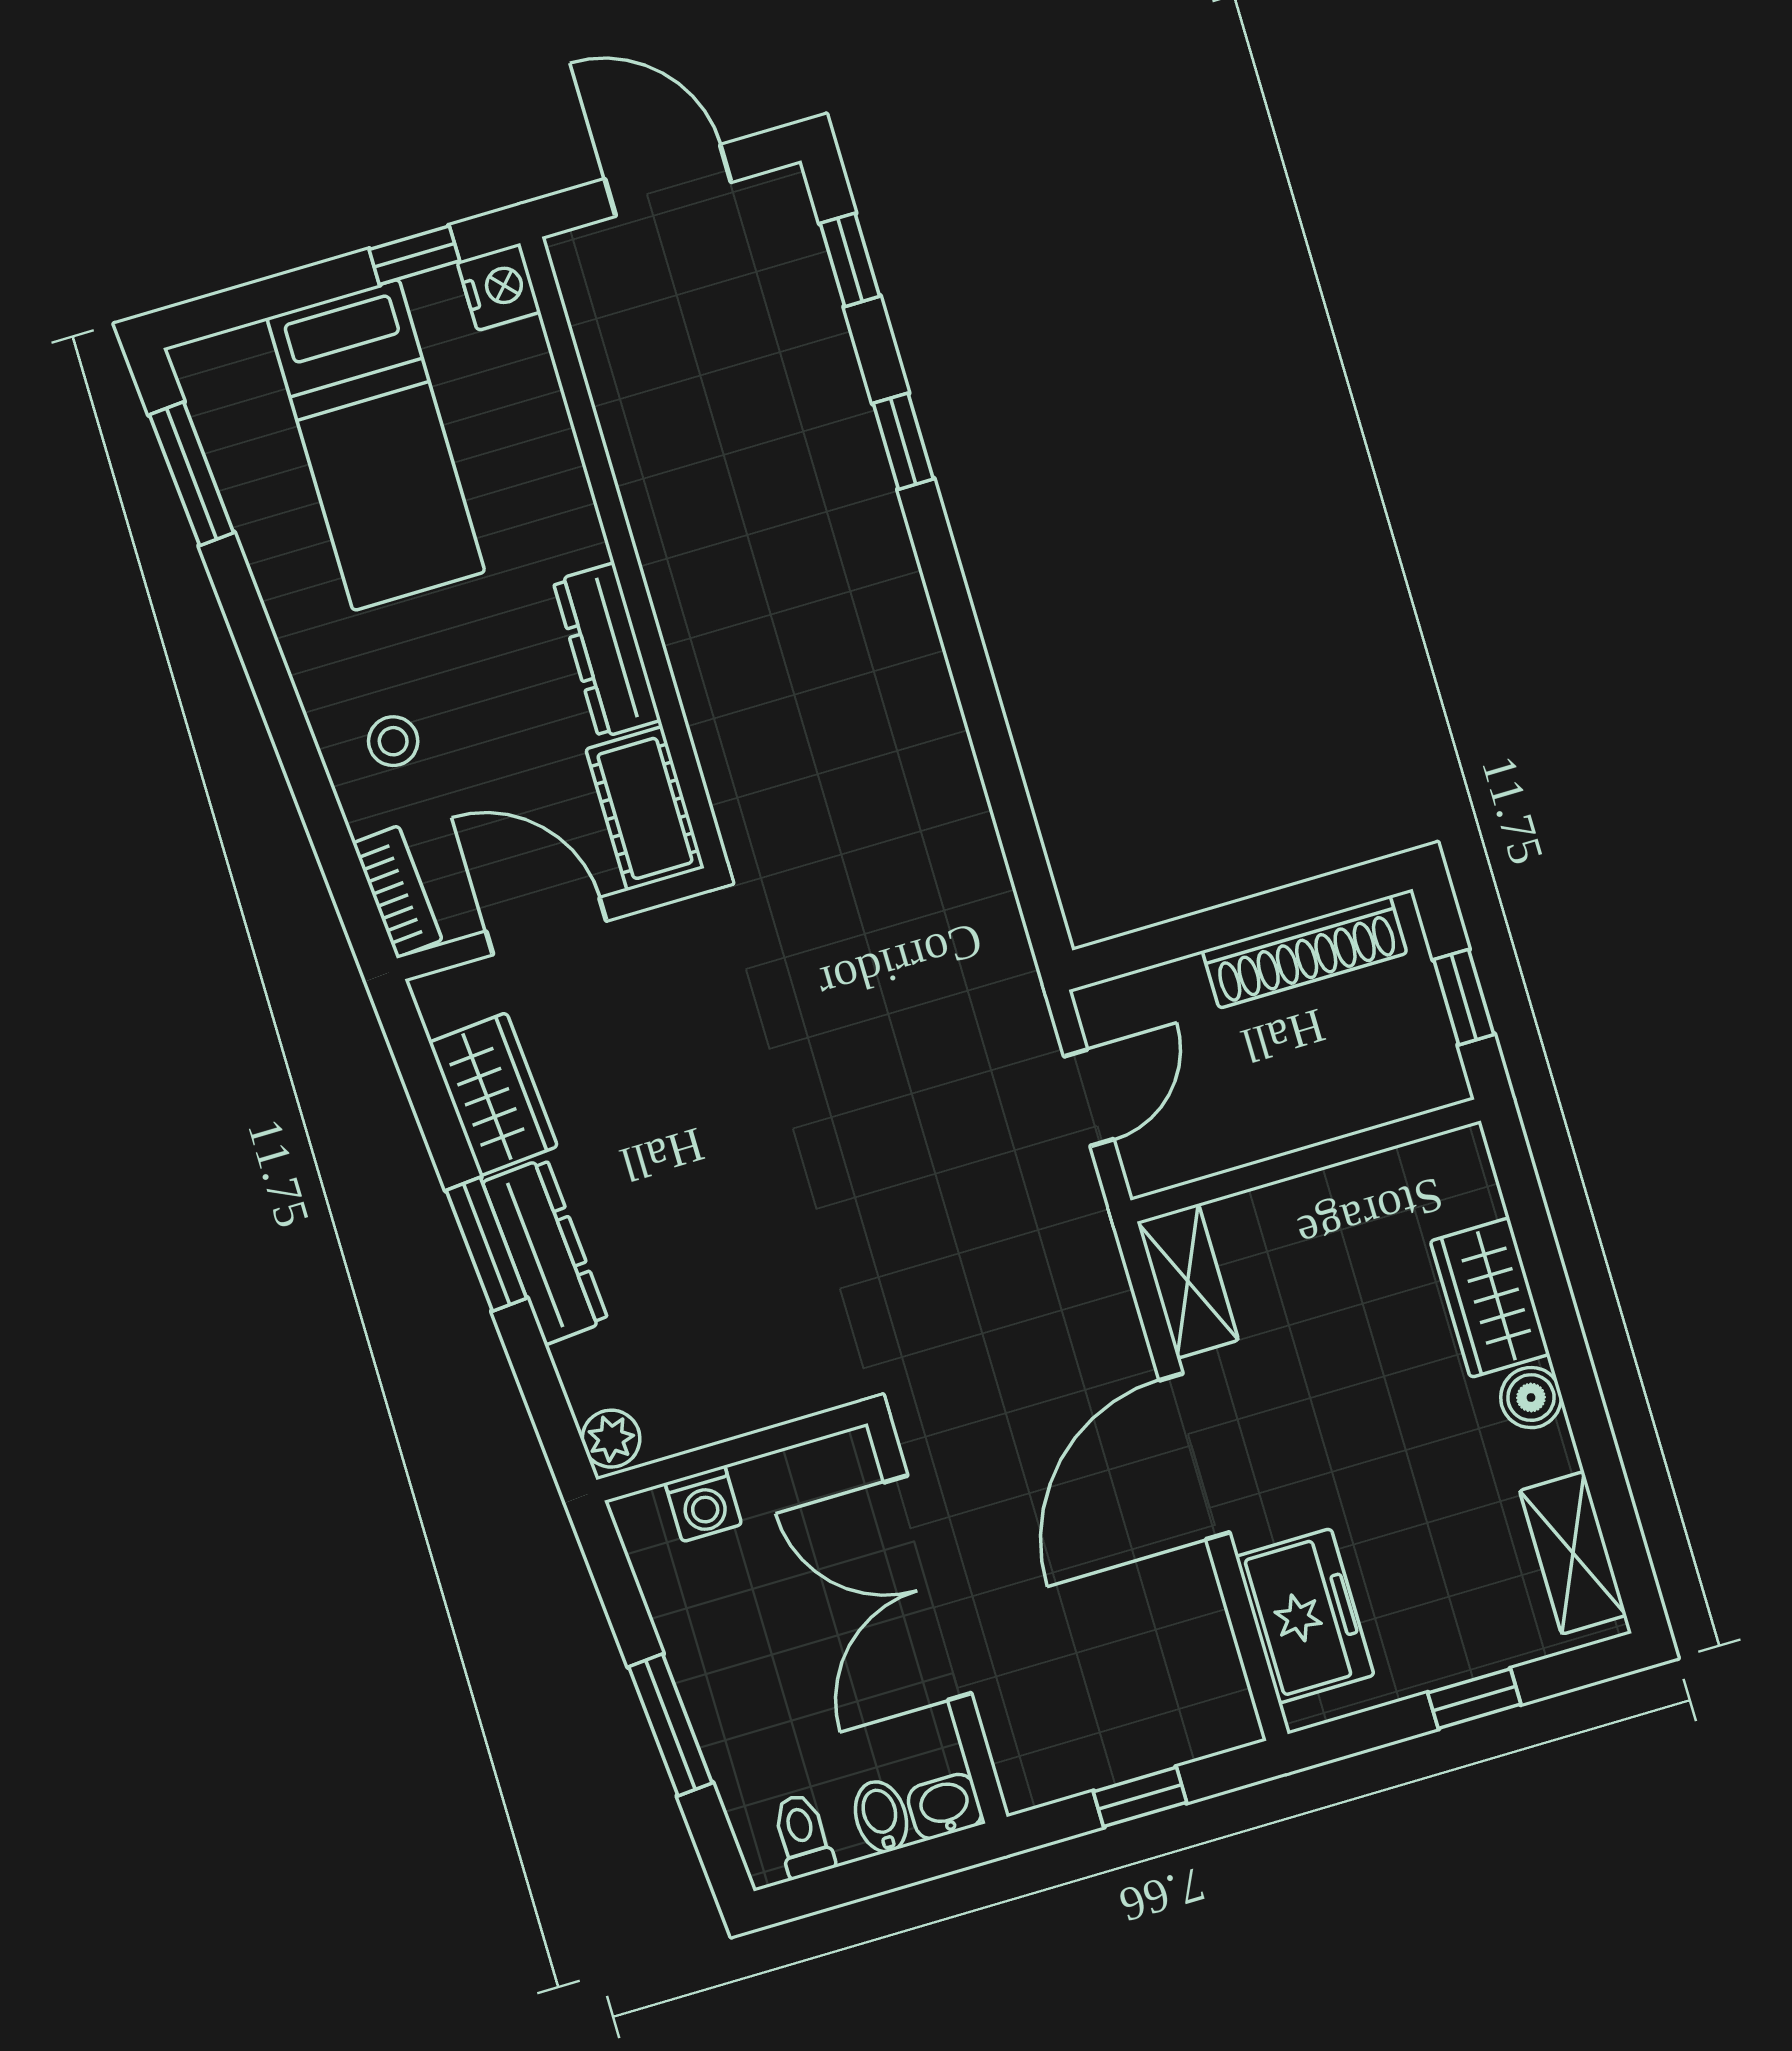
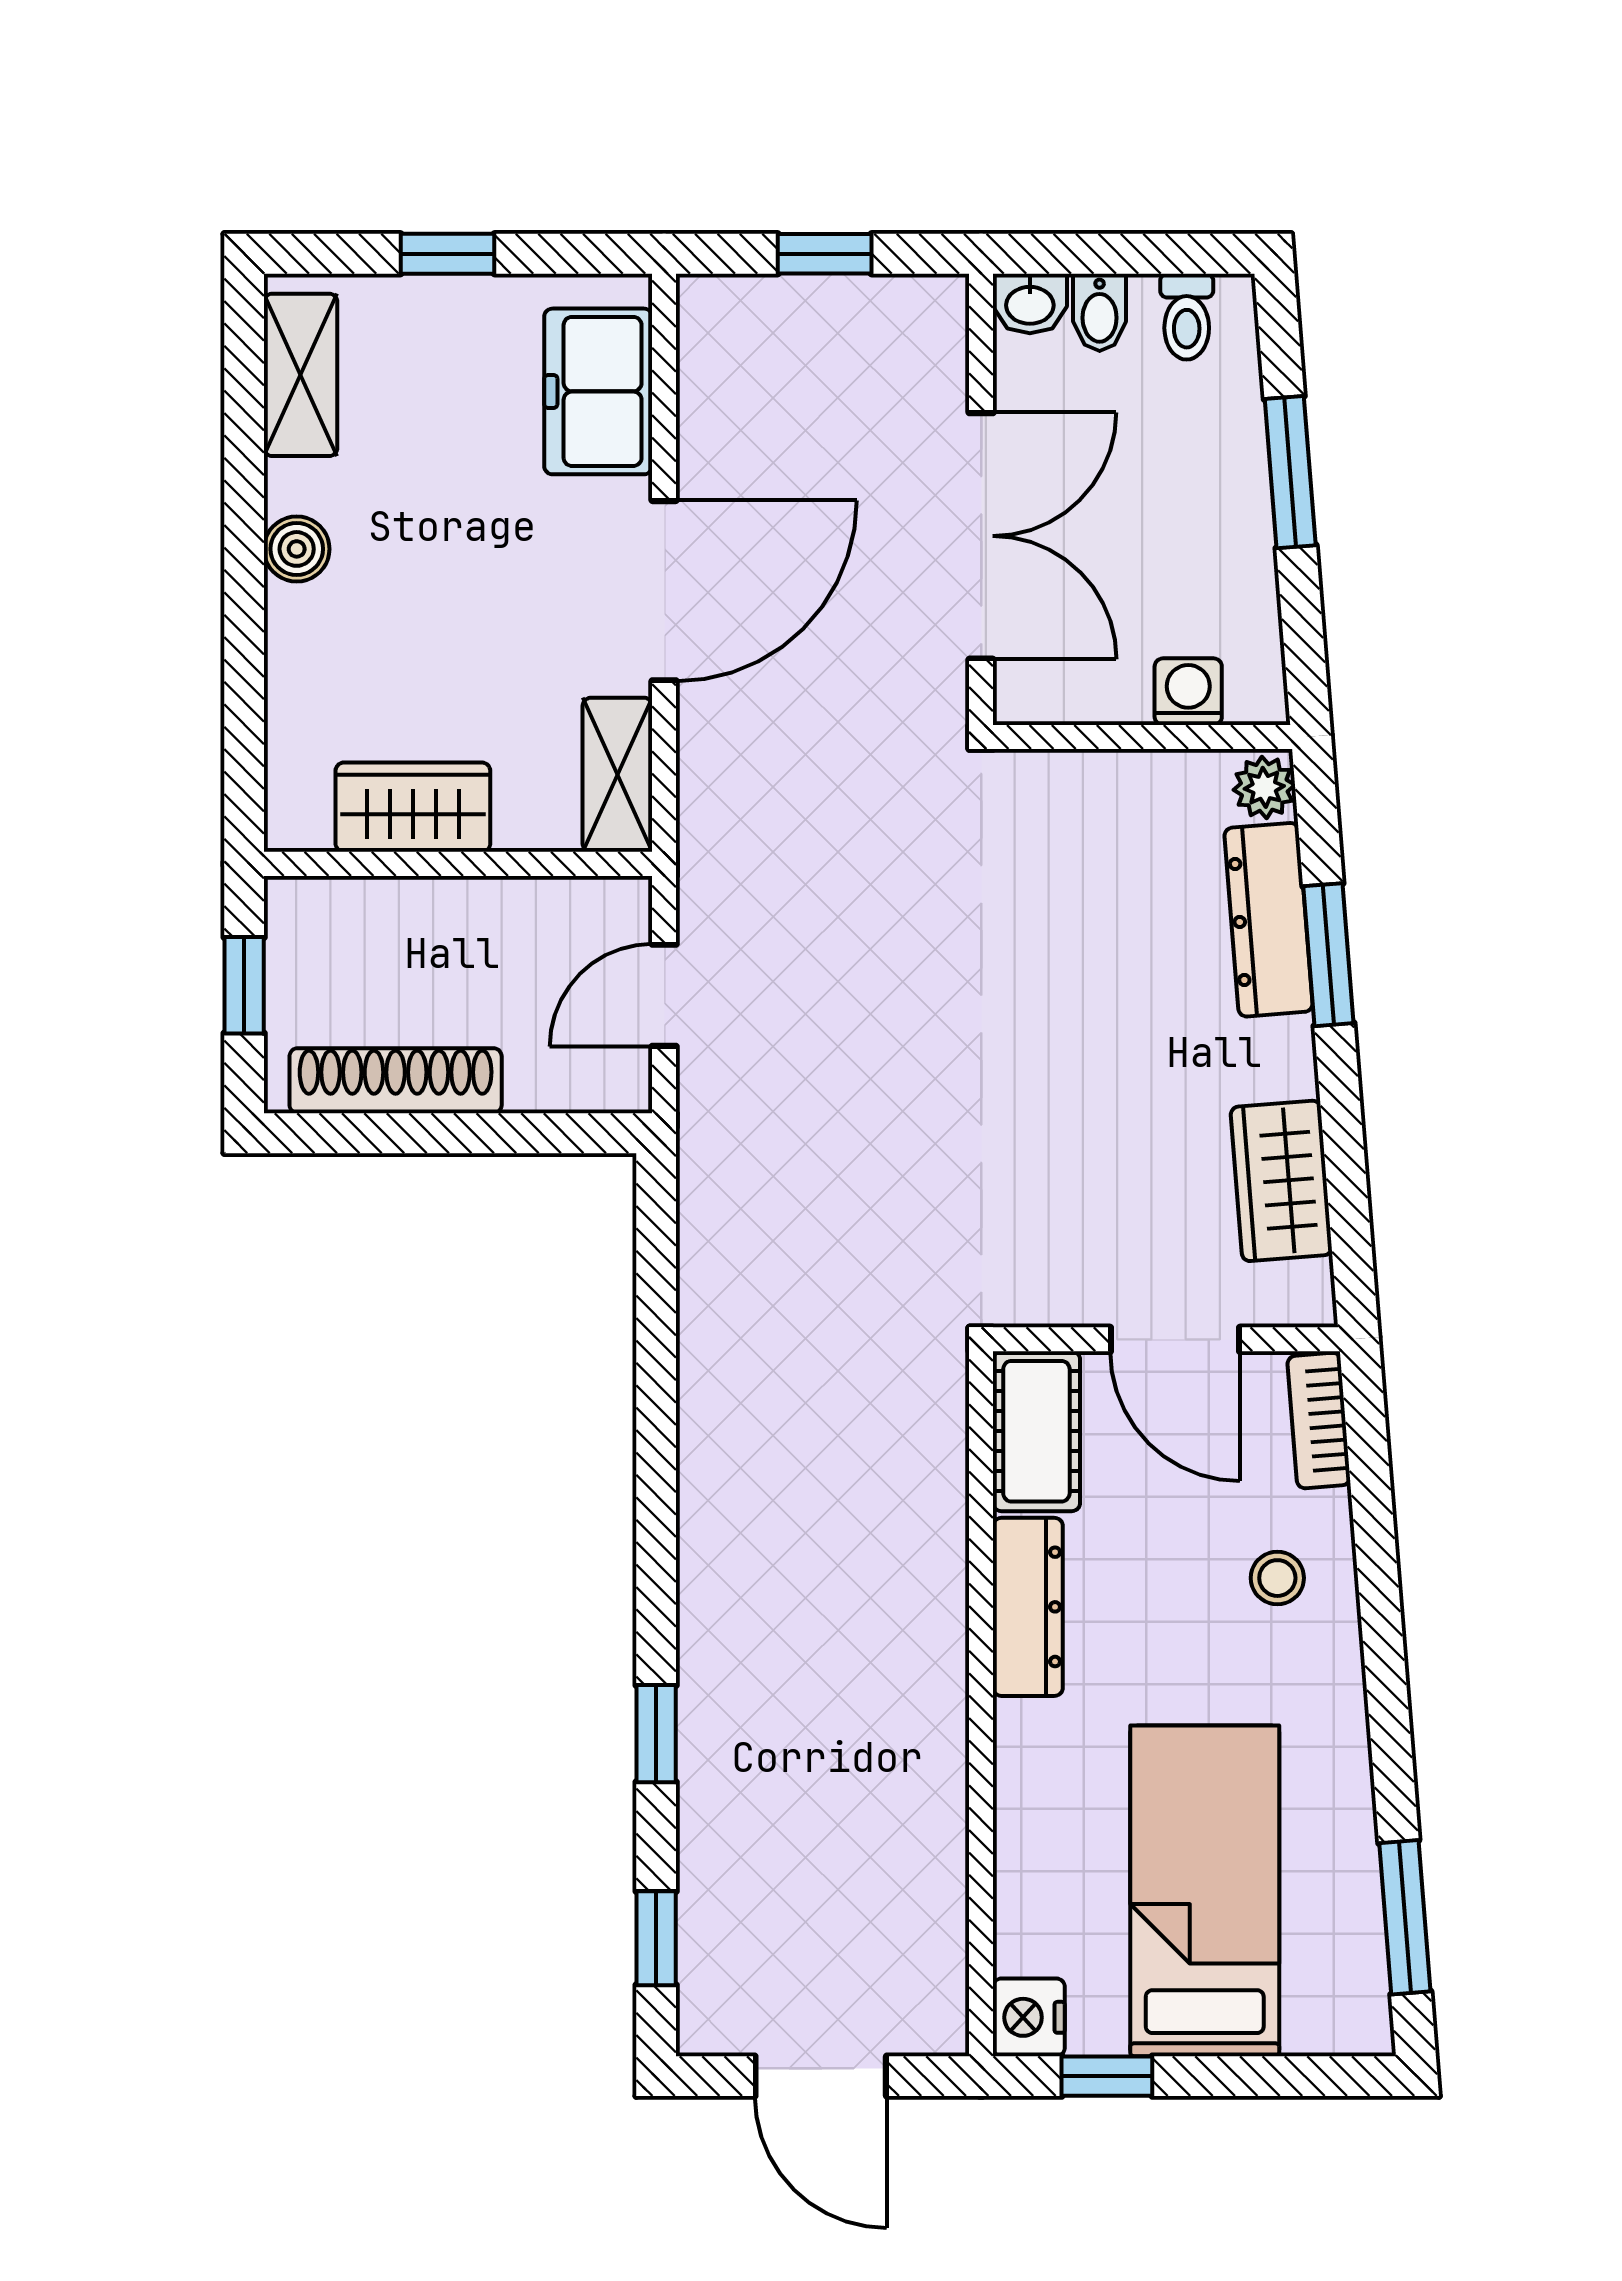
window: (486, 1244) -> (1328, 955), moved
dresser: (545, 1251) -> (1269, 920), moved
wardrobe: (1490, 1298) -> (413, 807), moved, turned -90

